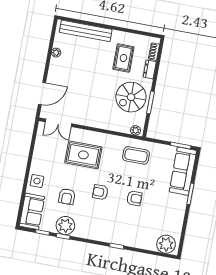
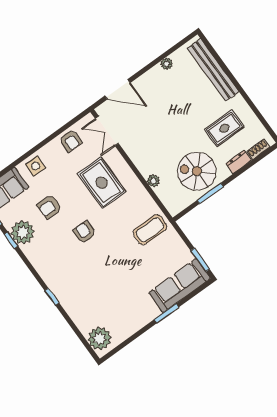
plant: (136, 130) -> (153, 181), moved
coffee table: (136, 155) -> (150, 230), turned 90
armchair: (134, 198) -> (71, 141), moved

